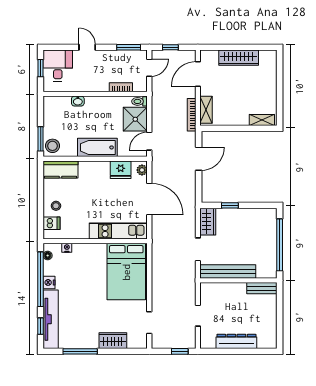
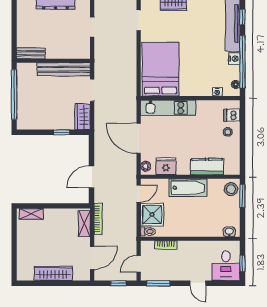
washbasin: (78, 101) -> (229, 232), moved
kitchen counter: (61, 169) -> (207, 167), moved

